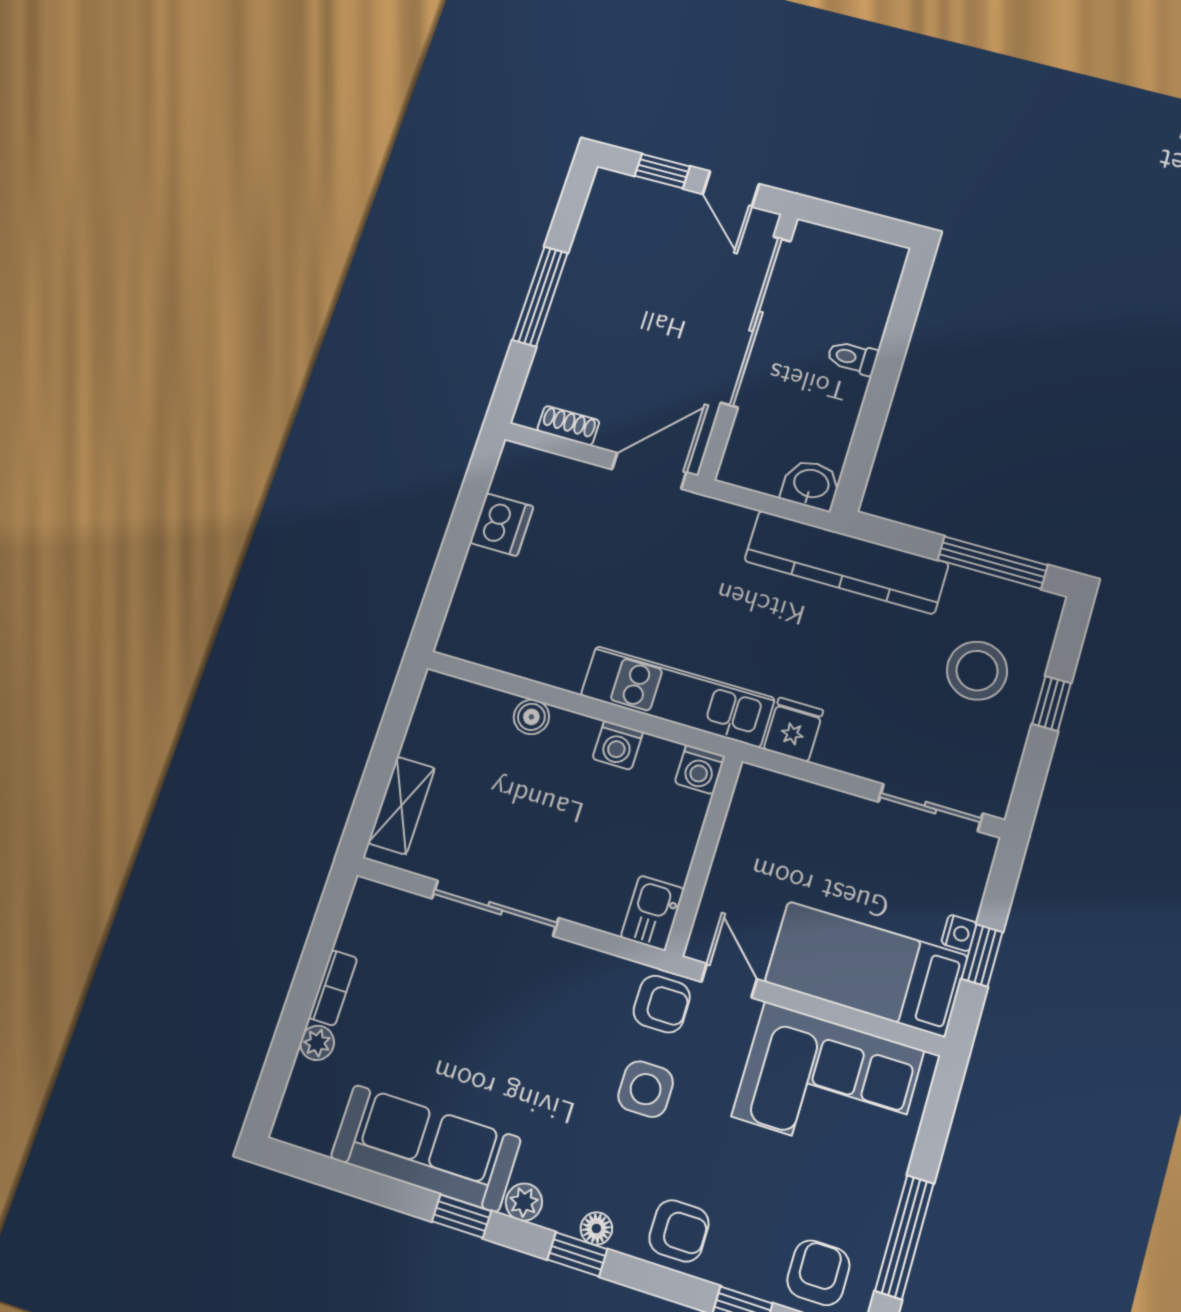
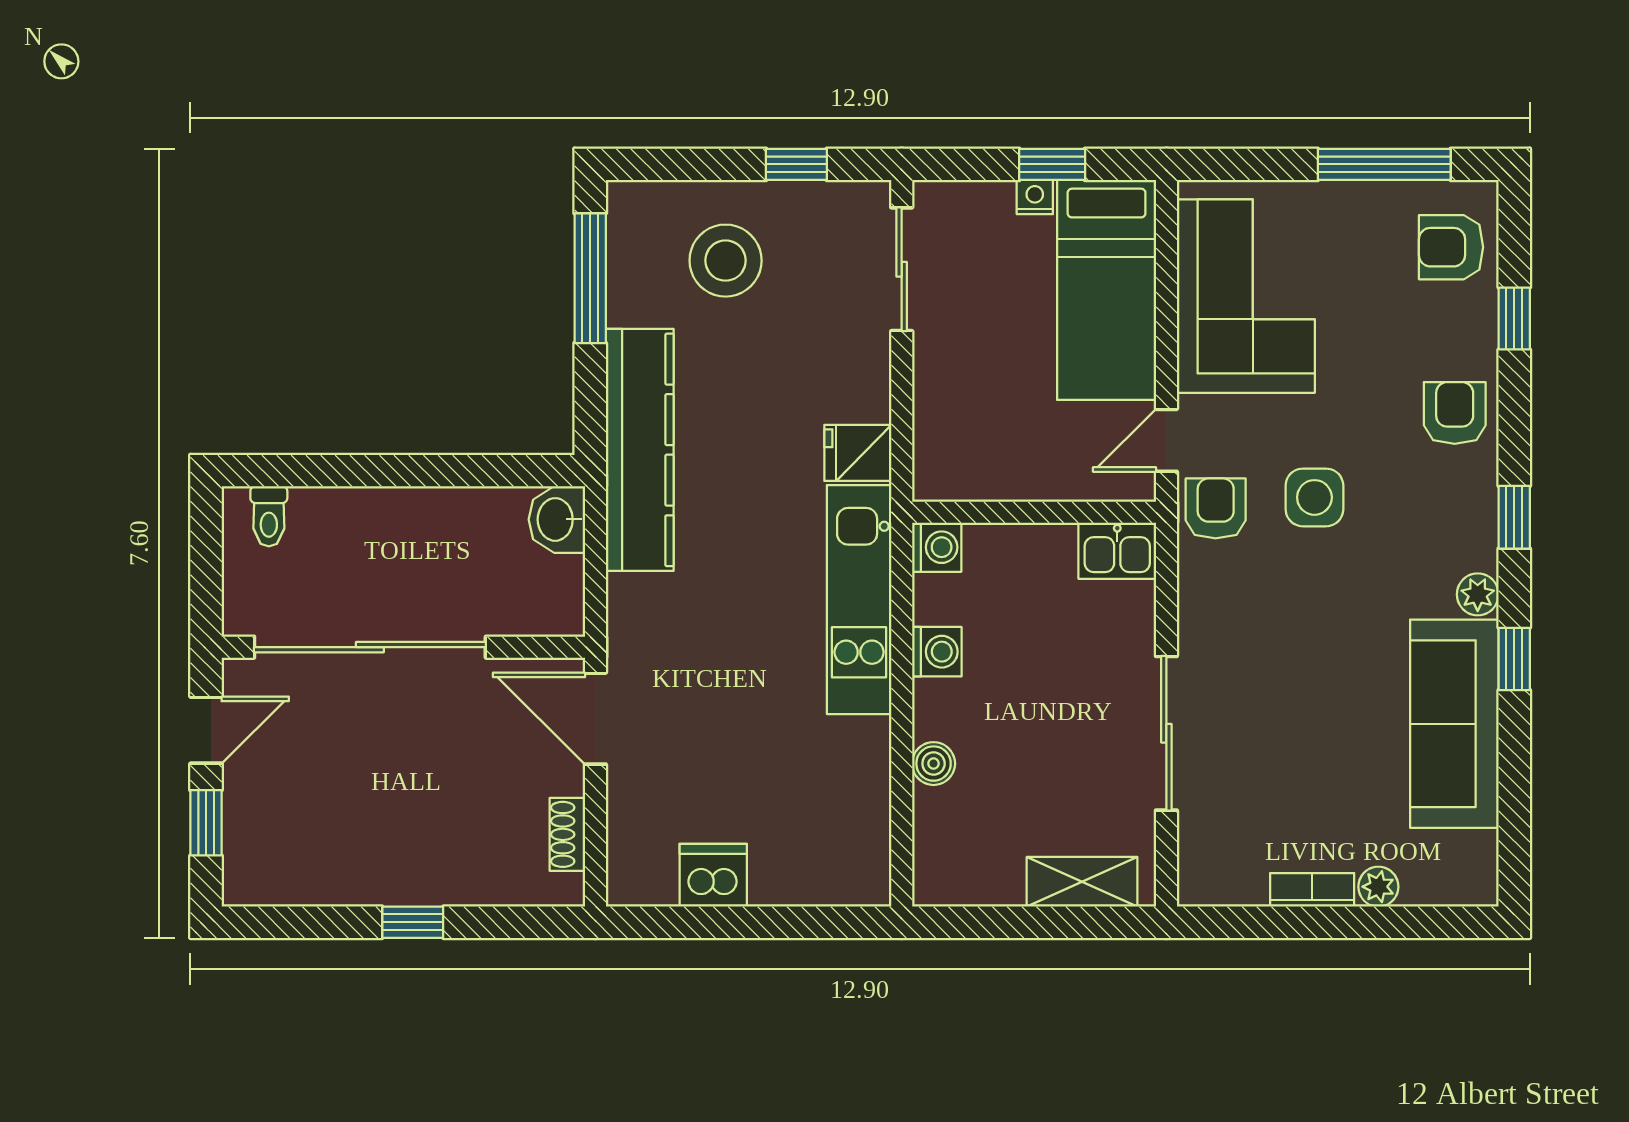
window: (540, 296) -> (413, 922), width x0.46
toilet: (853, 358) -> (269, 516), moved
window: (1052, 704) -> (796, 164), moved
floor lamp: (596, 1228) -> (1481, 505), removed

